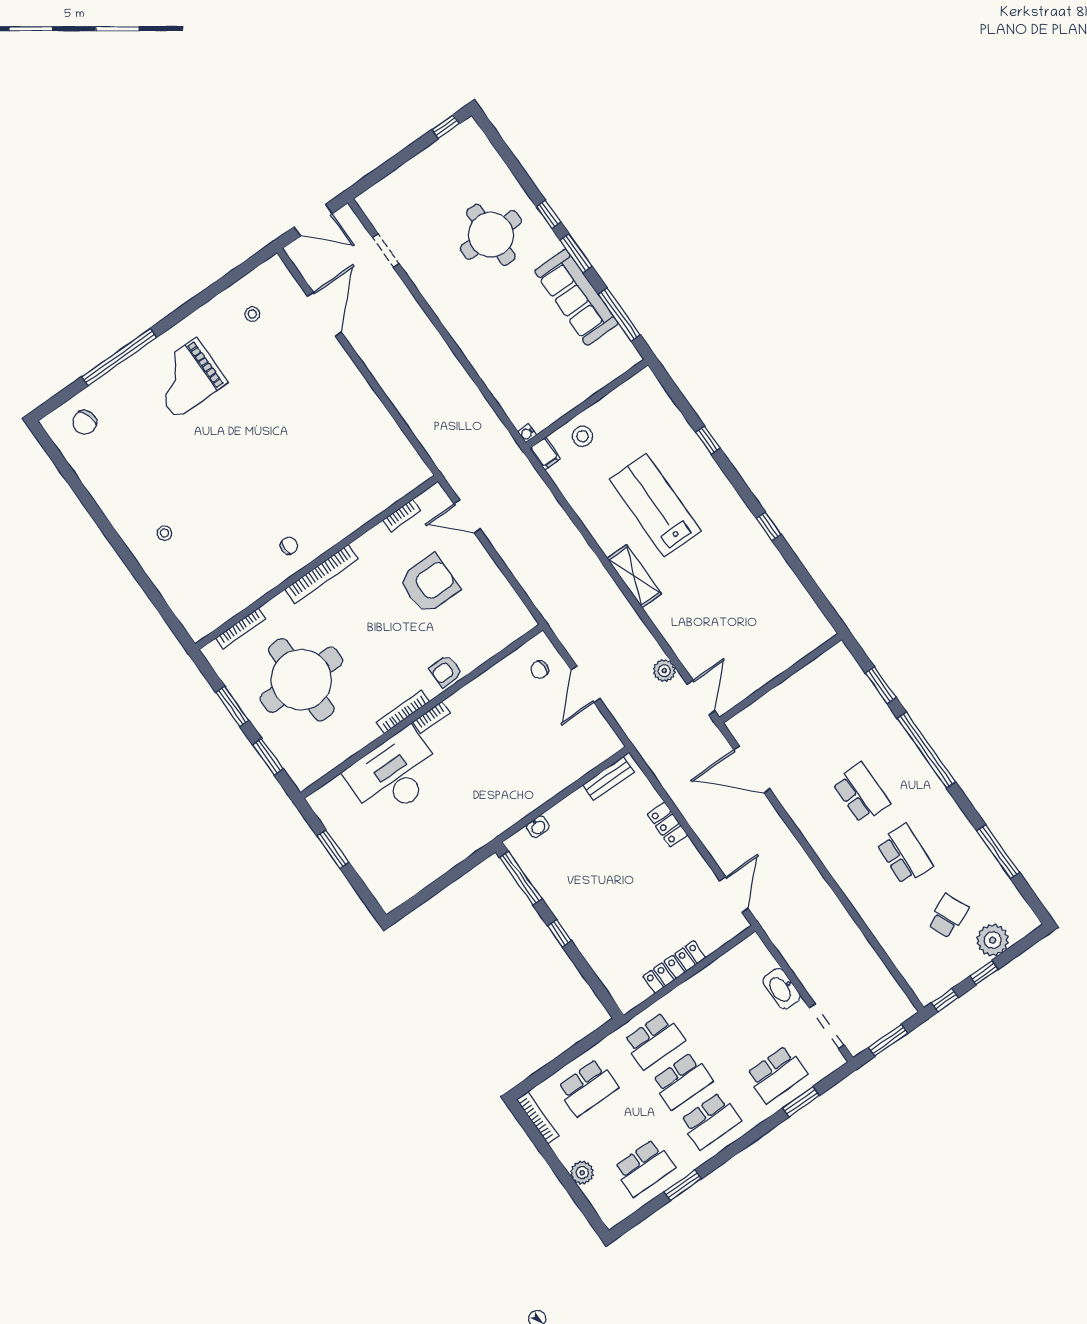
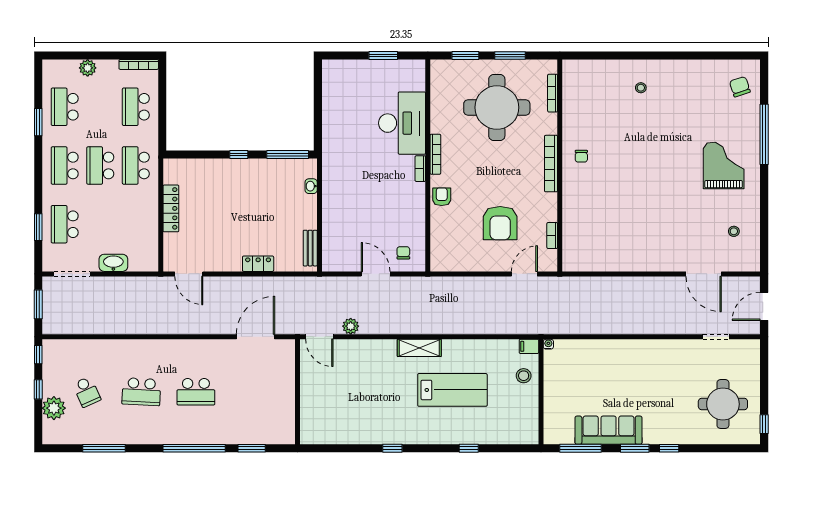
round table: (491, 235) -> (723, 404), moved

